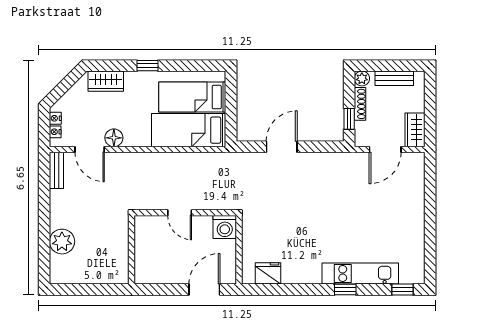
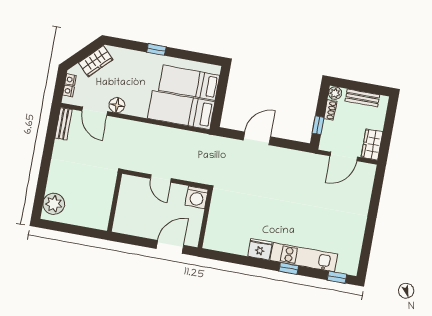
wardrobe: (106, 81) -> (96, 61), moved, turned -45
shoe rack: (360, 104) -> (330, 110), width x0.70
plant: (62, 242) -> (54, 204), moved
fridge: (268, 273) -> (260, 249), moved

